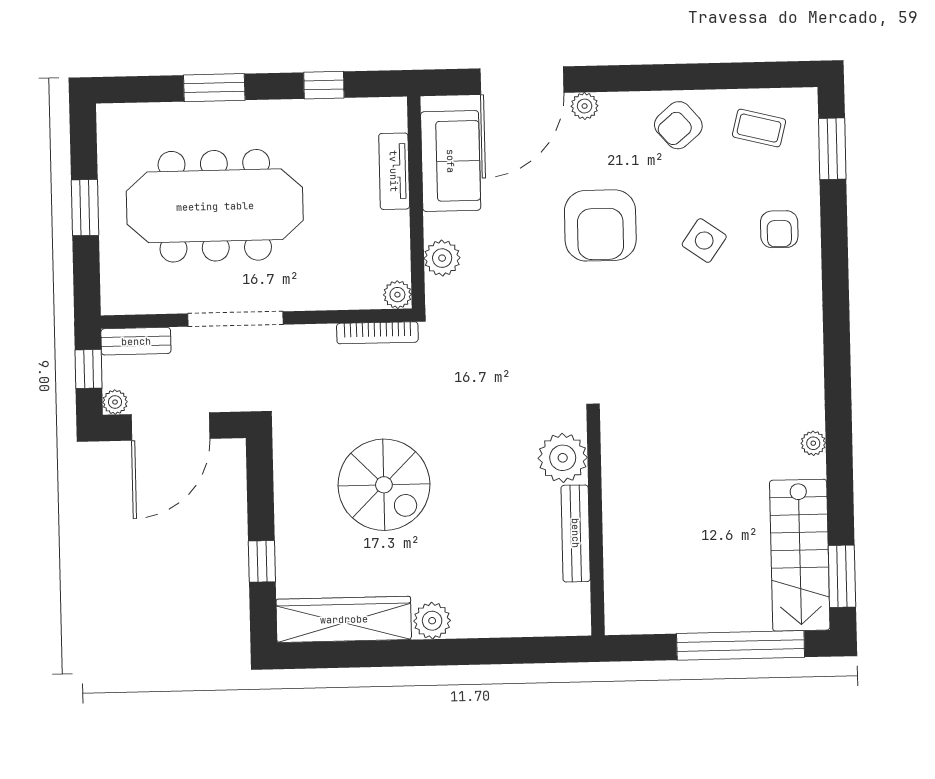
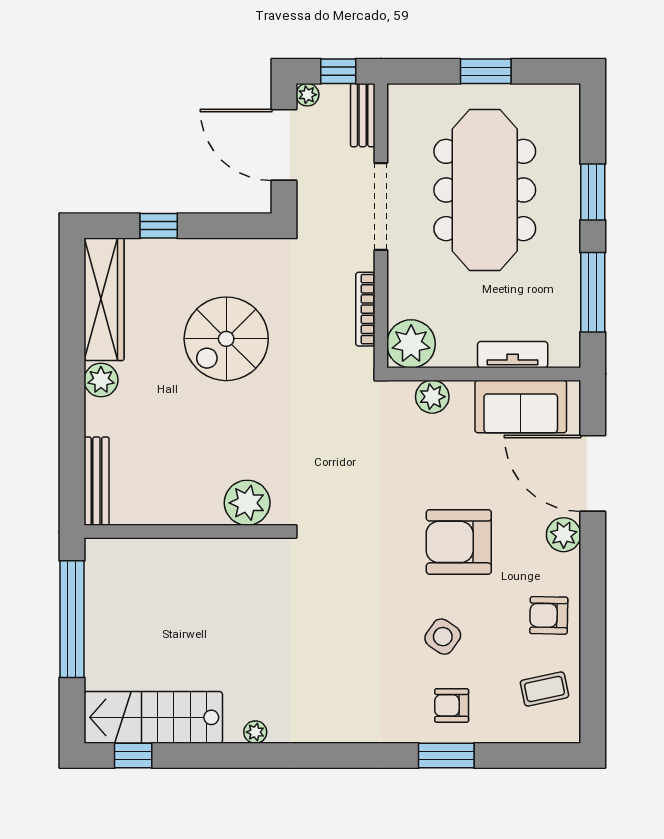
window: (324, 85) -> (593, 292), width x2.17
plant: (585, 106) -> (564, 535), width x1.38, depth x1.38
armchair: (678, 125) -> (549, 615), turned -48
coffee table: (759, 128) -> (544, 689), turned 64
window: (832, 149) -> (446, 756), moved
plant: (397, 295) -> (411, 344), width x1.87, depth x1.87
bookcase: (377, 333) -> (365, 309), moved
bench: (576, 533) -> (96, 481), moved, turned 90
window: (842, 576) -> (133, 756), width x0.67
window: (741, 645) -> (72, 619), moved

